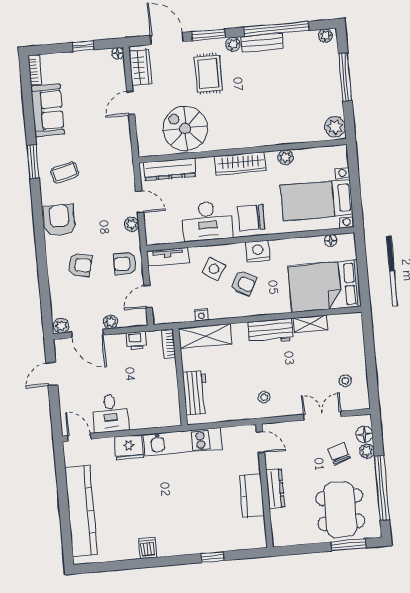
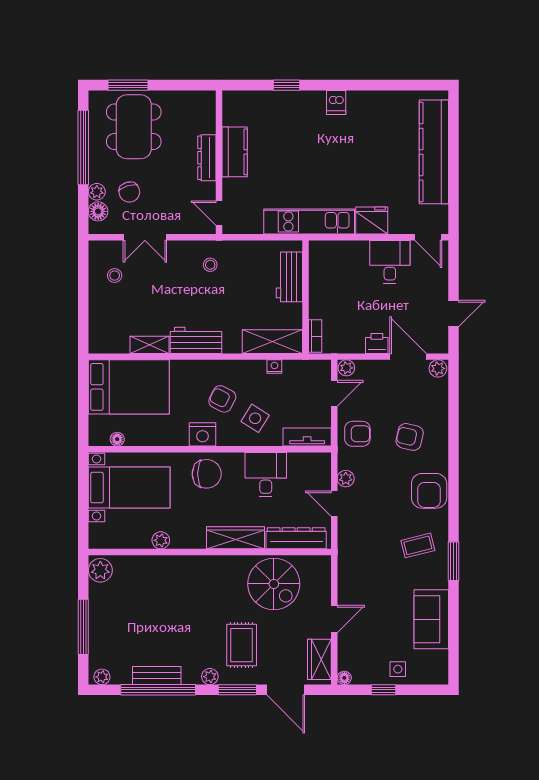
bench: (262, 42) -> (157, 675), moved
side table: (72, 65) -> (398, 669), added
bookcase: (35, 70) -> (442, 667), removed
wardrobe: (240, 163) -> (236, 538), moved
desk: (207, 221) -> (266, 475), width x0.73
plant: (111, 322) -> (346, 368), moved
printer: (137, 341) -> (377, 343), moved
dishwasher: (148, 548) -> (336, 102), moved

